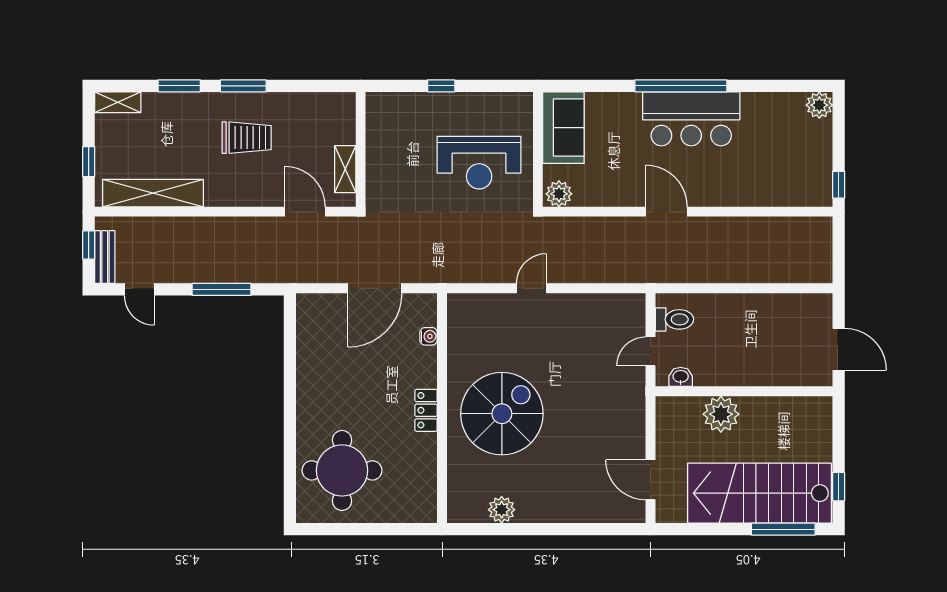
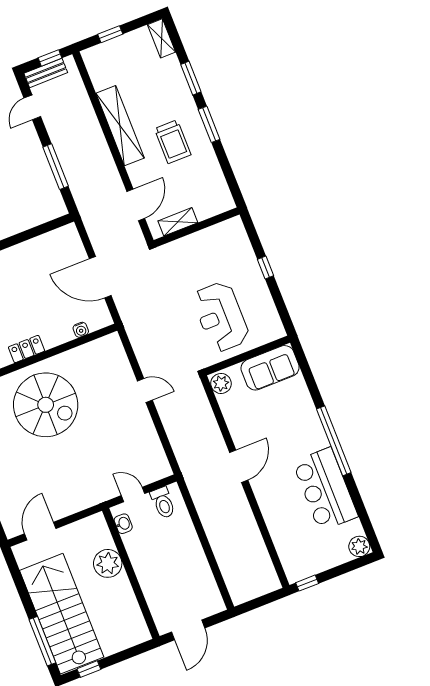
bar counter: (691, 119) -> (325, 489), moved
shelving: (153, 193) -> (120, 126), moved

